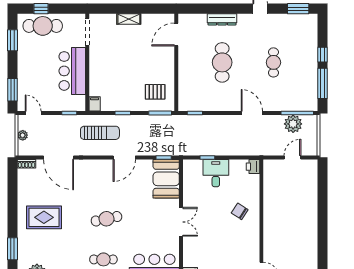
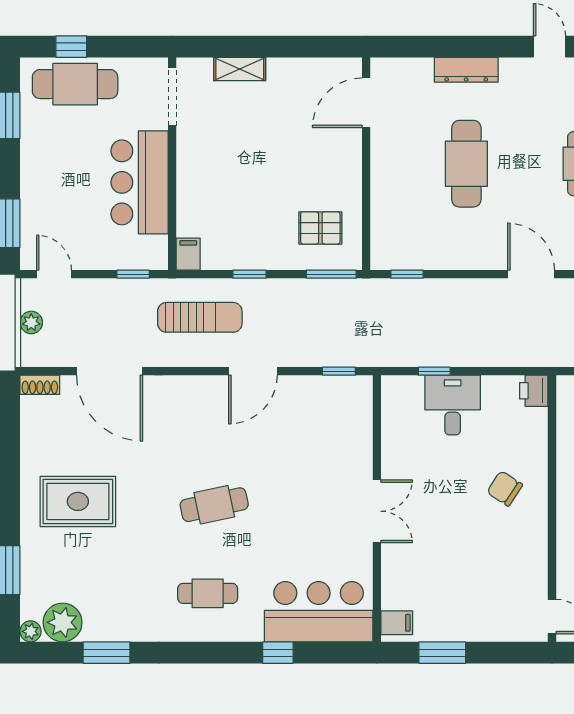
shelving: (129, 19) -> (240, 69), moved
booth: (166, 179) -> (344, 418), removed

